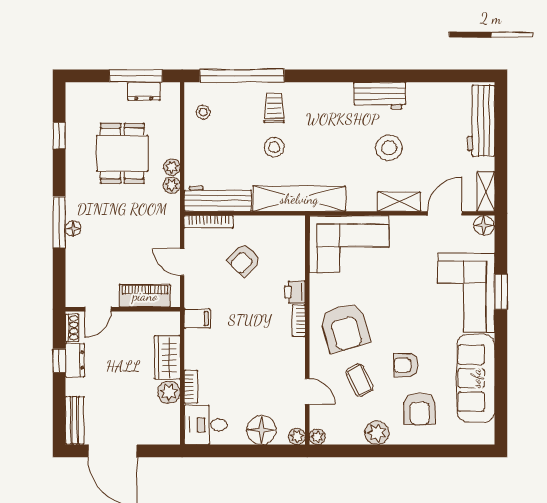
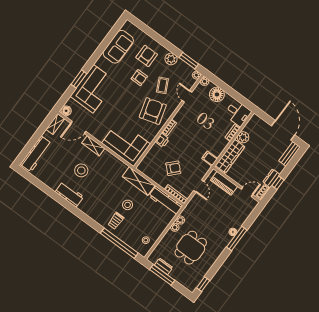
window: (59, 136) -> (203, 284), moved
shelving: (299, 199) -> (139, 181), width x0.68
wardrobe: (167, 357) -> (230, 156), width x1.50
sofa: (476, 378) -> (118, 47), width x0.73
window: (346, 451) -> (189, 61), added

